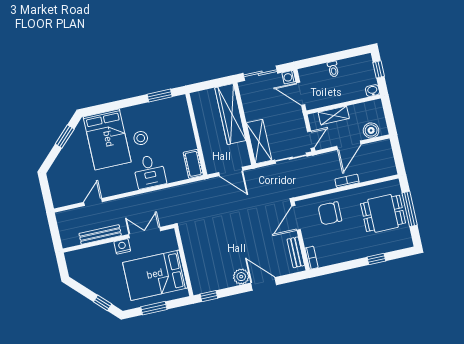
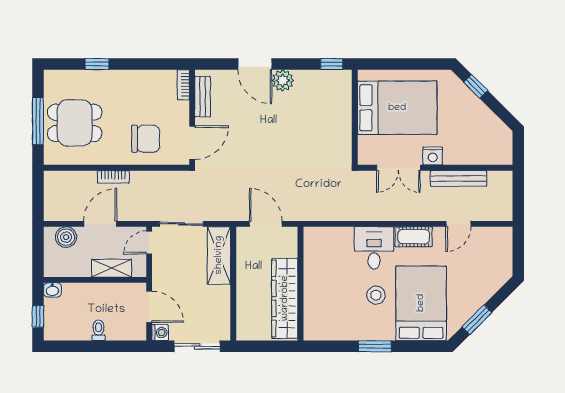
window: (160, 96) -> (375, 346), moved
wardrobe: (230, 114) -> (285, 298), moved, turned 180
cot: (193, 164) -> (414, 237), moved, turned 90
window: (154, 308) -> (409, 64), removed

